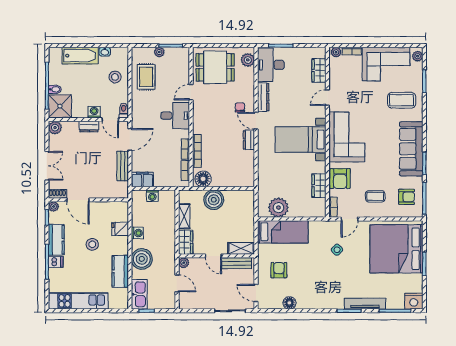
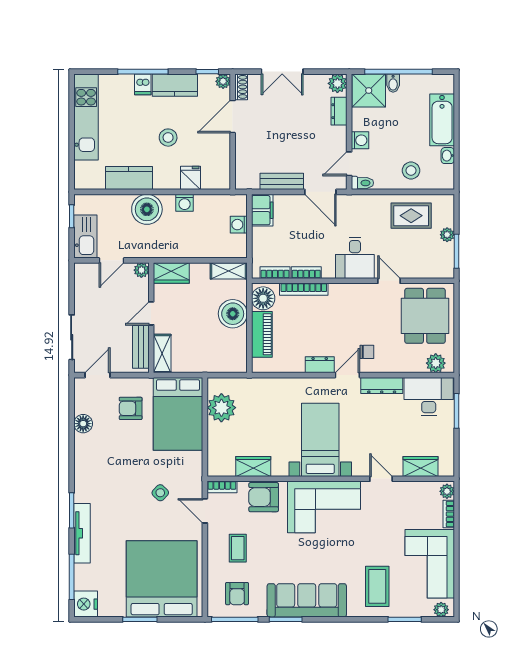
dresser: (89, 127) -> (339, 111), moved
piano: (228, 180) -> (262, 334), added
shelving: (184, 216) -> (229, 271), moved
bed: (283, 232) -> (178, 414), width x1.50
armchair: (279, 270) -> (131, 408), turned 180
kitchen sink: (139, 294) -> (85, 236), moved, turned -90

